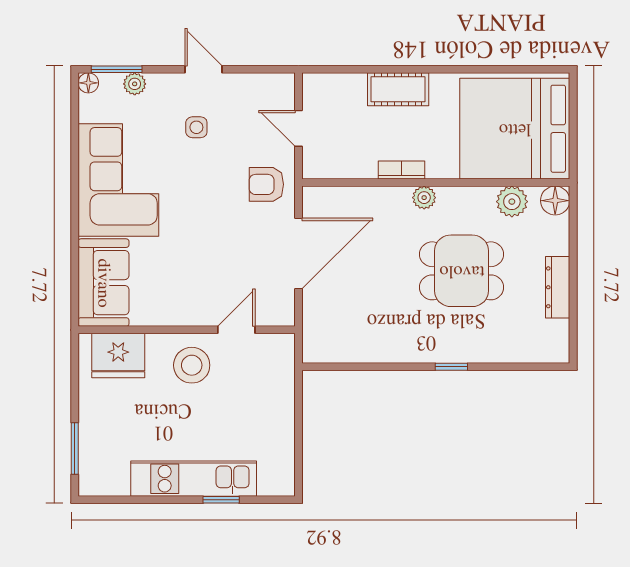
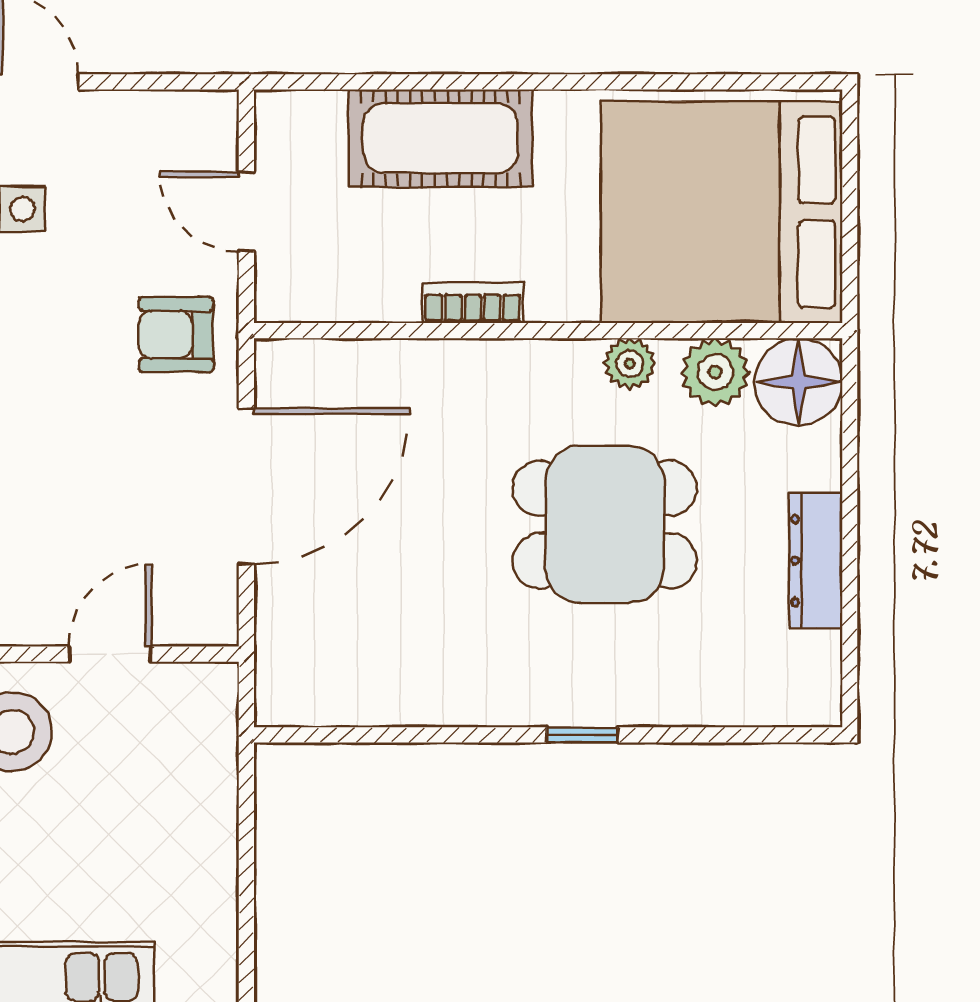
cot: (398, 89) -> (441, 138), width x1.37, depth x1.34
plant: (424, 198) -> (630, 364), moved
floor lamp: (555, 201) -> (798, 382), width x1.38, depth x1.38

